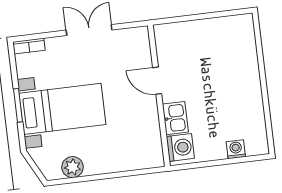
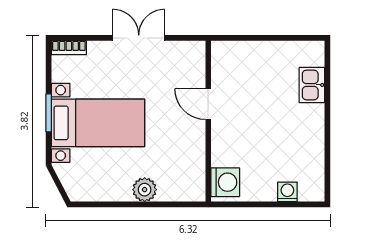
kitchen sink: (175, 118) -> (312, 85), moved, turned 180
plant: (73, 167) -> (145, 190), moved

